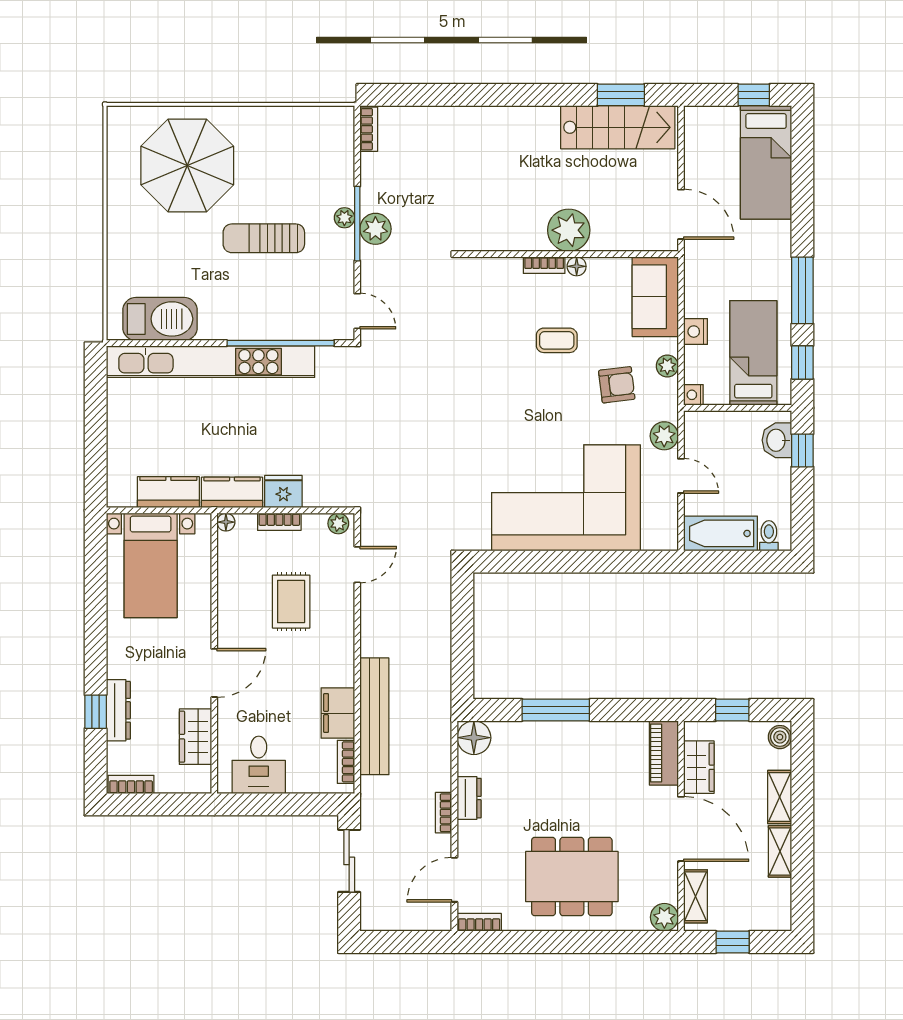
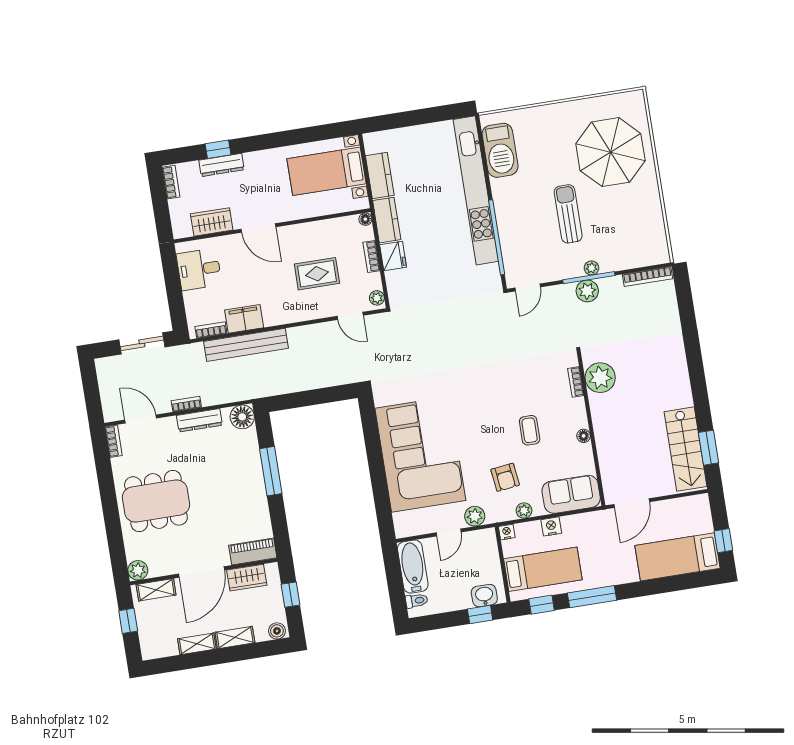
bookcase: (369, 129) -> (648, 277), width x1.56
plant: (569, 230) -> (600, 378), moved
bookcase: (544, 265) -> (576, 382), moved
dresser: (469, 798) -> (199, 420), width x1.44
dining table: (572, 877) -> (156, 501), turned 90

